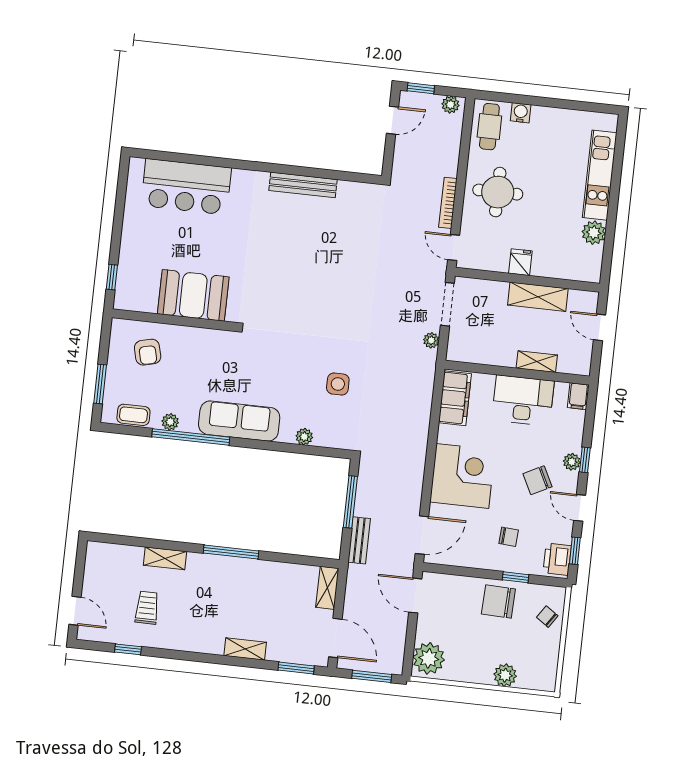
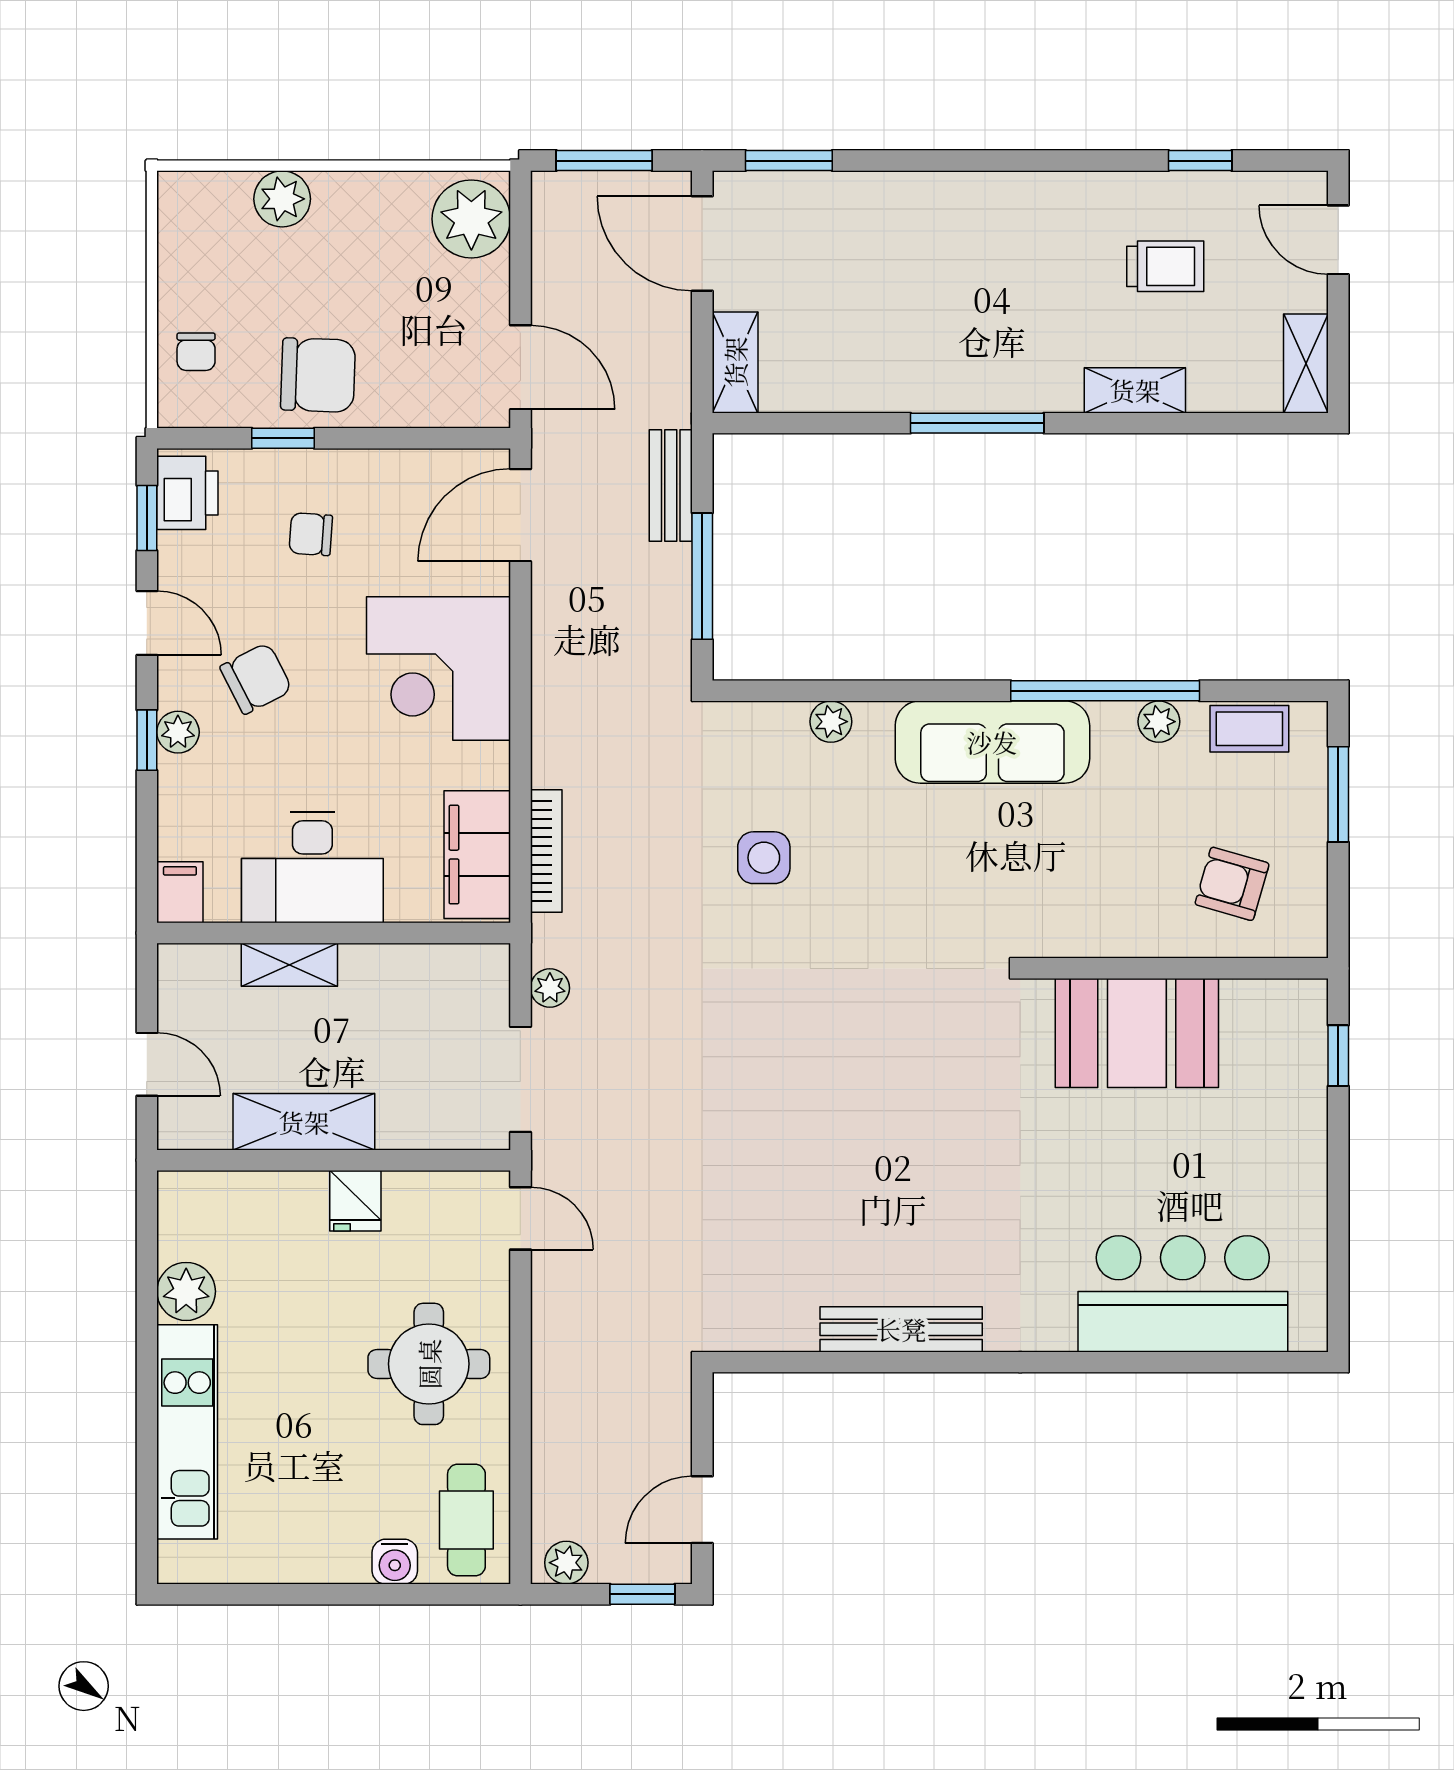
bookcase: (448, 203) -> (546, 851), moved
armchair: (148, 352) -> (1232, 884), turned -60
trolley: (147, 608) -> (1165, 266), turned -90
chair: (547, 617) -> (196, 352), turned 56
shelving: (245, 649) -> (1306, 363), moved, turned 90

